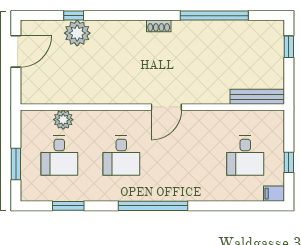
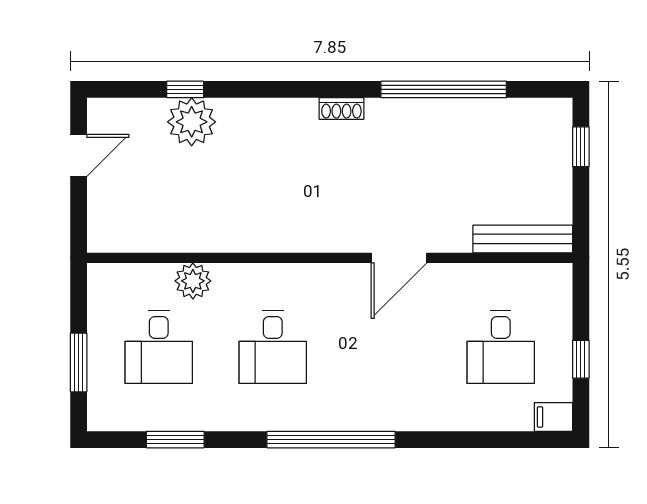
door: (16, 51) -> (79, 155), width x0.73
door: (166, 107) -> (399, 258), moved
plant: (63, 120) -> (193, 281), moved

